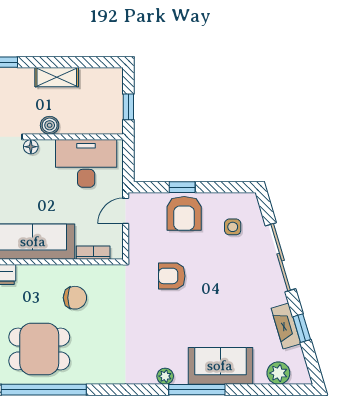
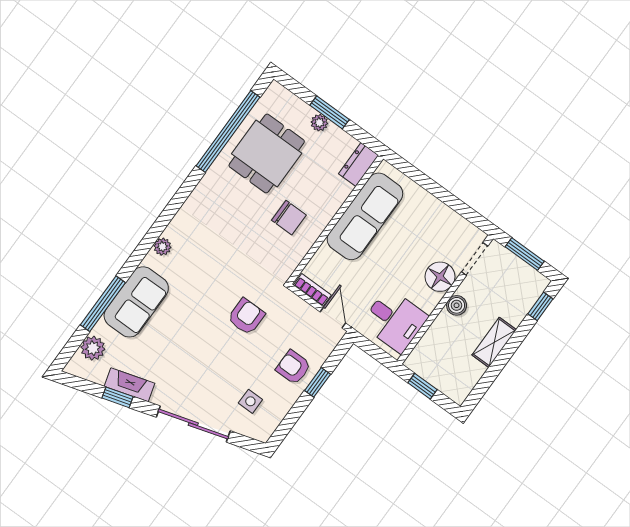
floor lamp: (31, 147) -> (440, 277), width x1.89, depth x1.89
desk: (86, 163) -> (394, 320), width x0.73
armchair: (184, 213) -> (293, 367), width x0.72, depth x0.72
bookcase: (93, 253) -> (312, 290), moved, turned -90
chair: (75, 298) -> (289, 218), turned -90
window: (197, 390) -> (103, 304), moved

